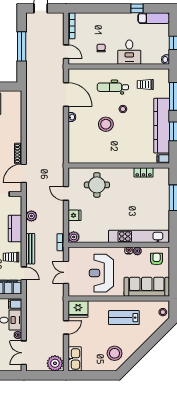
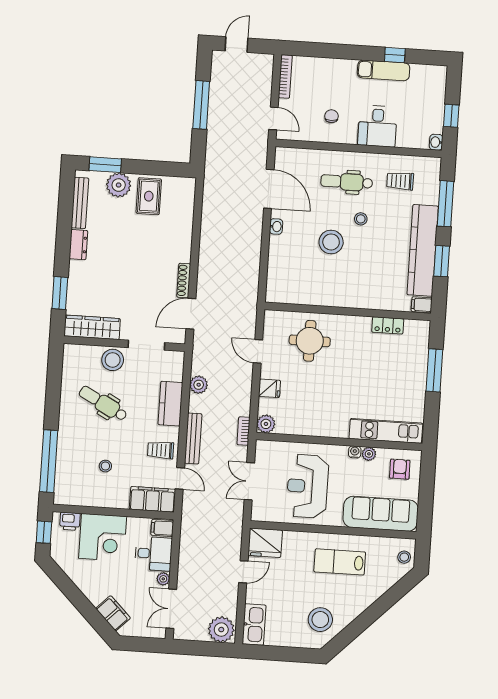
exam couch: (154, 18) -> (384, 70), moved
kitchen unit: (139, 236) -> (386, 431), width x0.73

